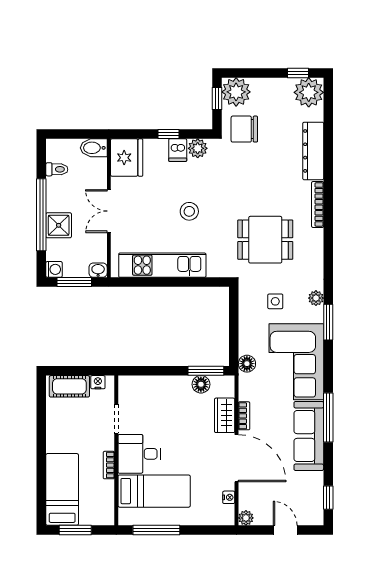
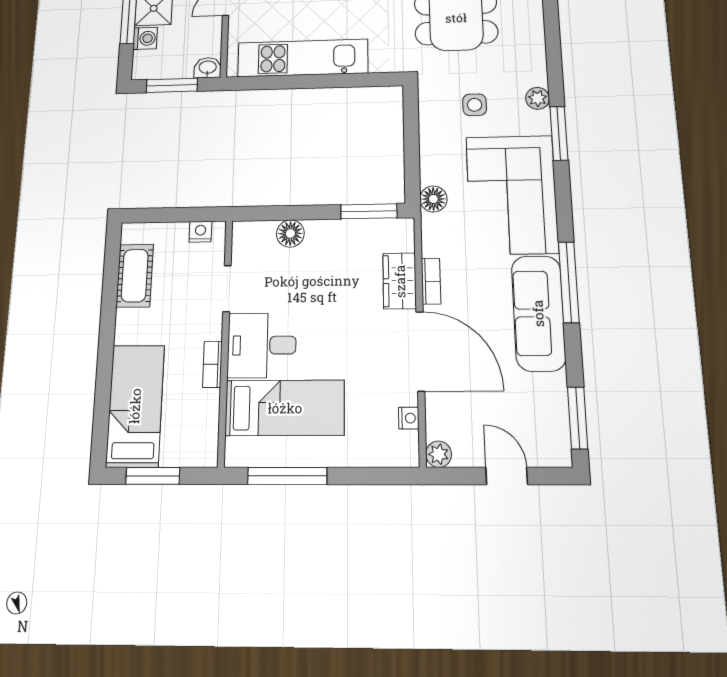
washing machine: (54, 269) -> (145, 38), moved
floor lamp: (201, 384) -> (290, 234), moved
cot: (69, 386) -> (135, 276), moved, turned 90
window: (328, 498) -> (578, 418), width x1.50

